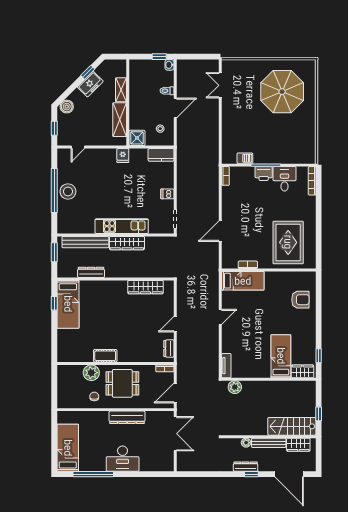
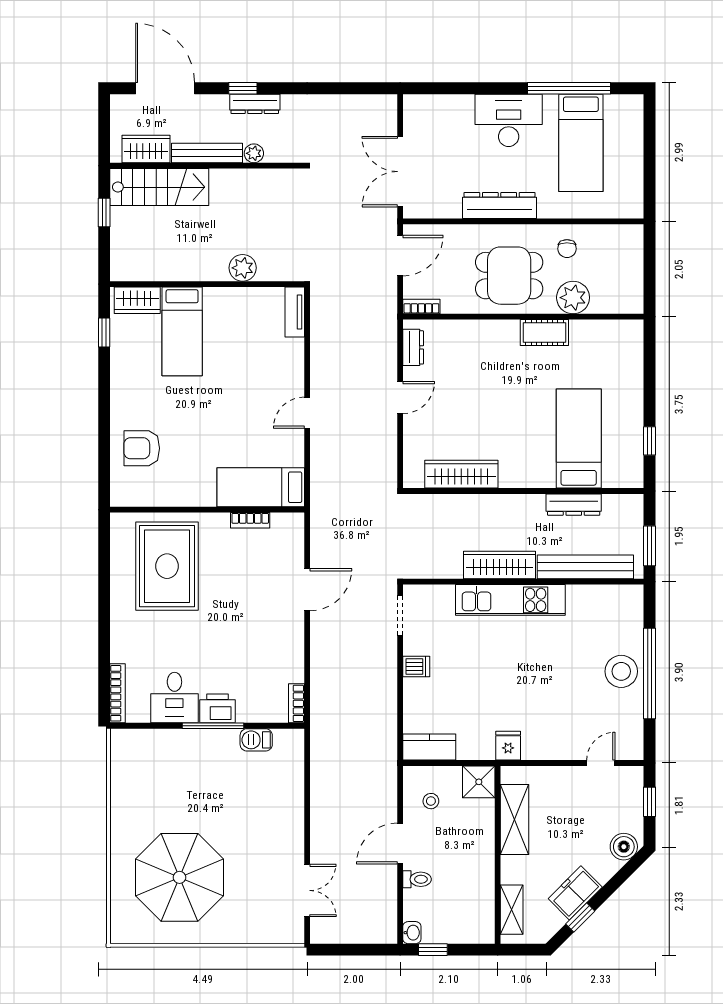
shelving: (121, 90) -> (512, 910), moved
bed: (68, 304) -> (579, 439), moved
plant: (235, 387) -> (243, 268), moved
bed: (68, 448) -> (581, 143), moved

